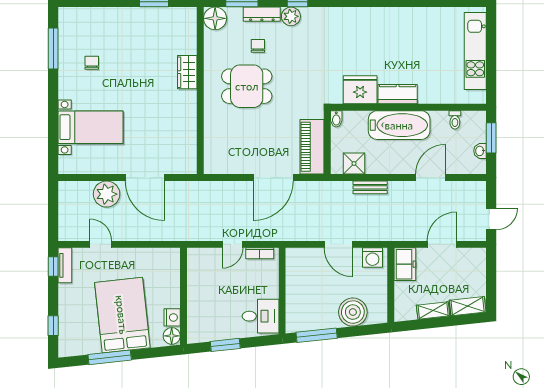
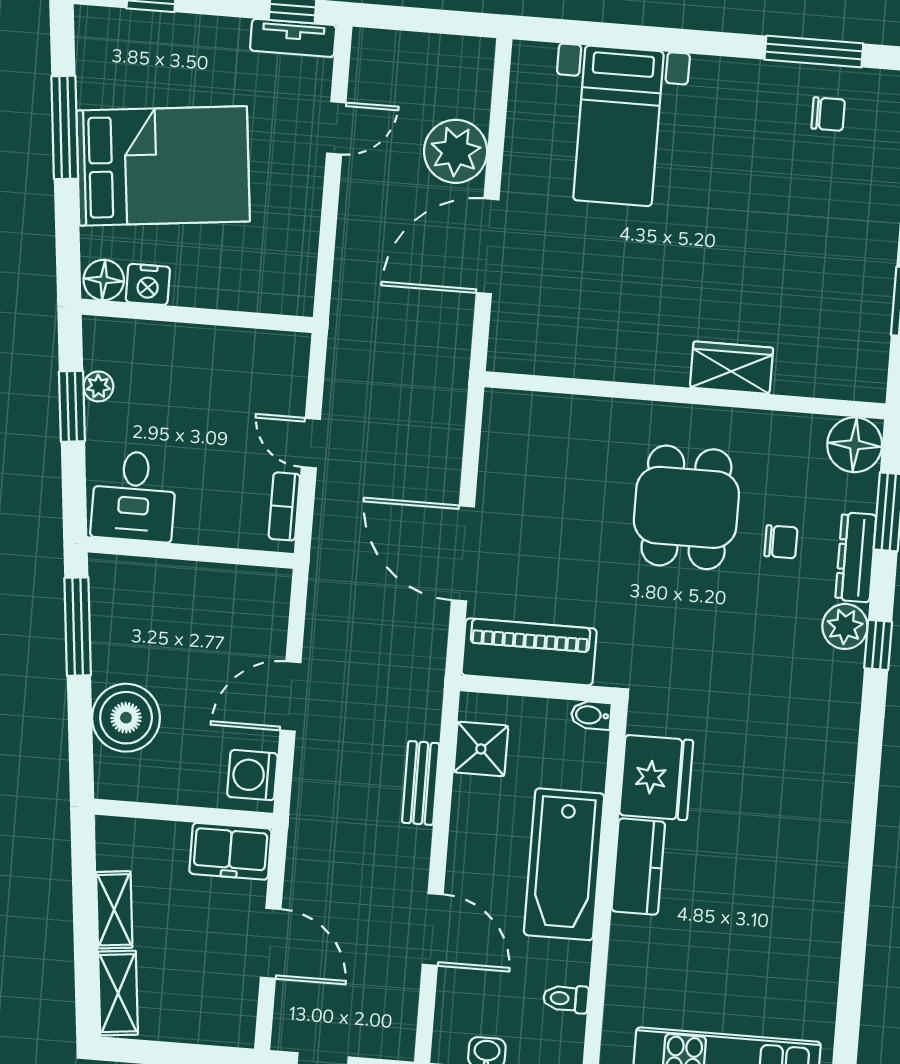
chair: (92, 63) -> (828, 114), moved
plant: (216, 335) -> (98, 386), added

